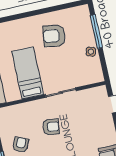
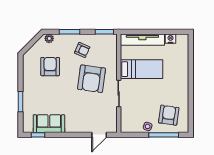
armchair: (54, 36) -> (169, 115), moved
armchair: (51, 127) -> (92, 79), width x1.88, depth x1.88

